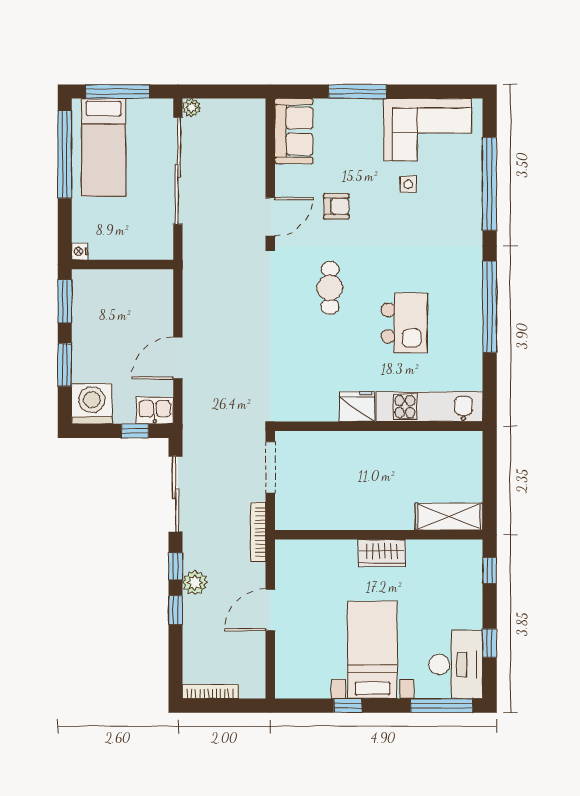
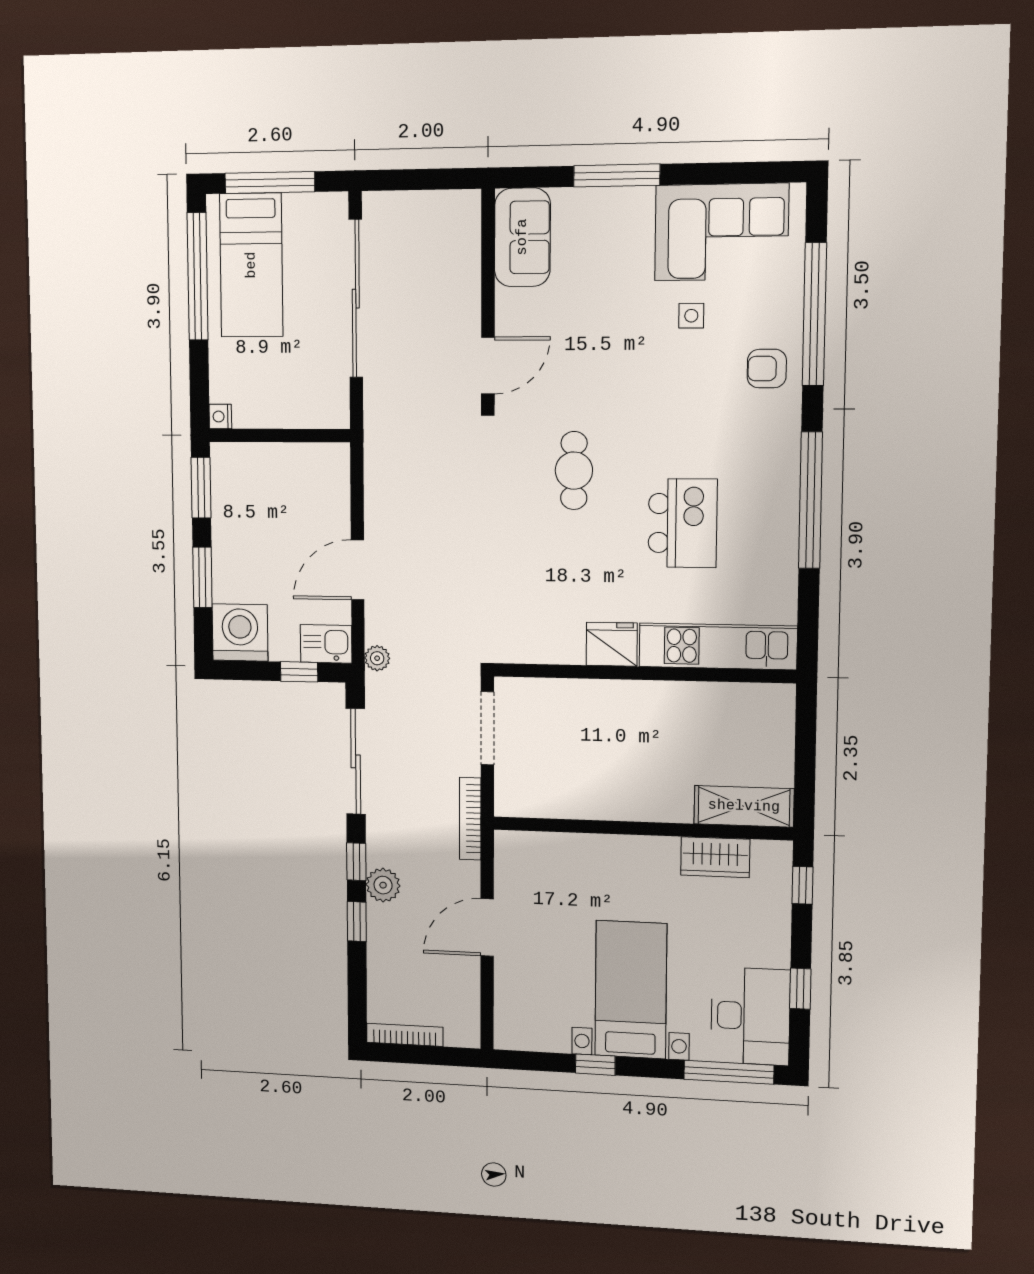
plant: (192, 107) -> (377, 658), moved
armchair: (336, 206) -> (767, 369), moved, turned 180
wardrobe: (382, 553) -> (715, 857), moved

